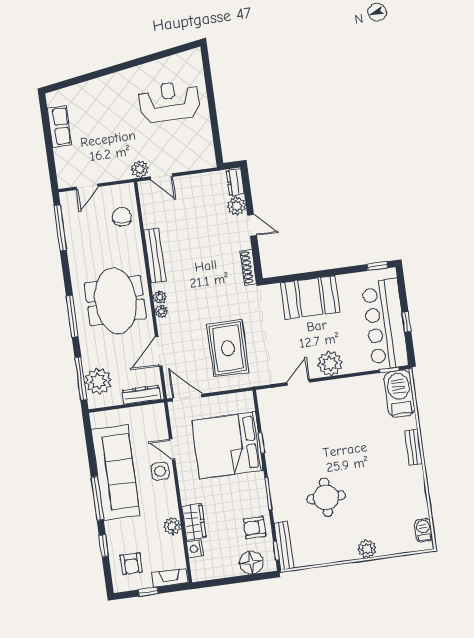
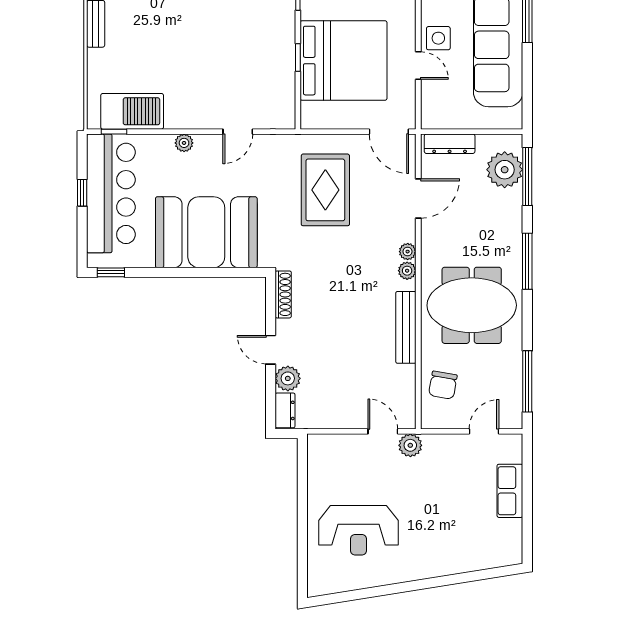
row of seats: (59, 126) -> (510, 491), moved
booth: (310, 297) -> (206, 232), width x1.36, depth x1.42
meeting table: (115, 301) -> (472, 305), moved, turned 90
plant: (330, 364) -> (184, 143), width x0.53, depth x0.53
barbecue: (399, 394) -> (132, 111), moved, turned -90

